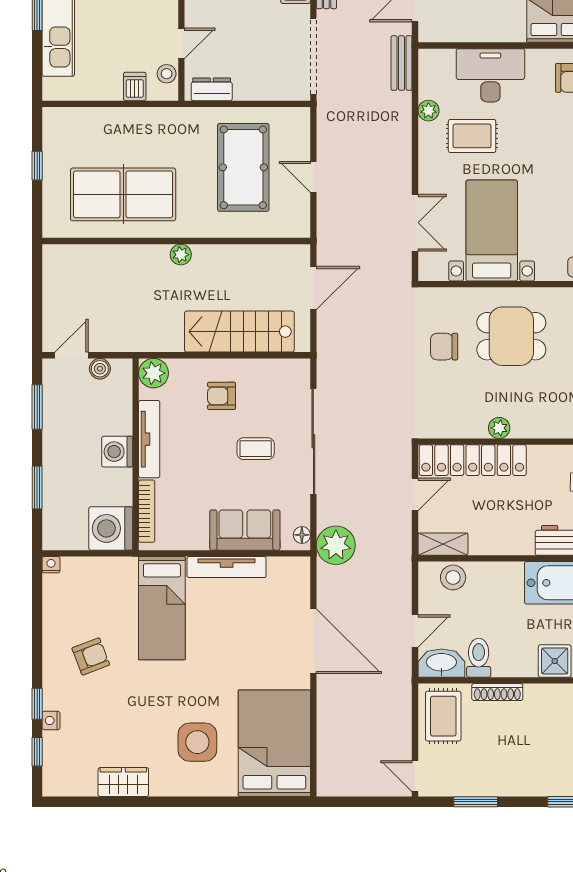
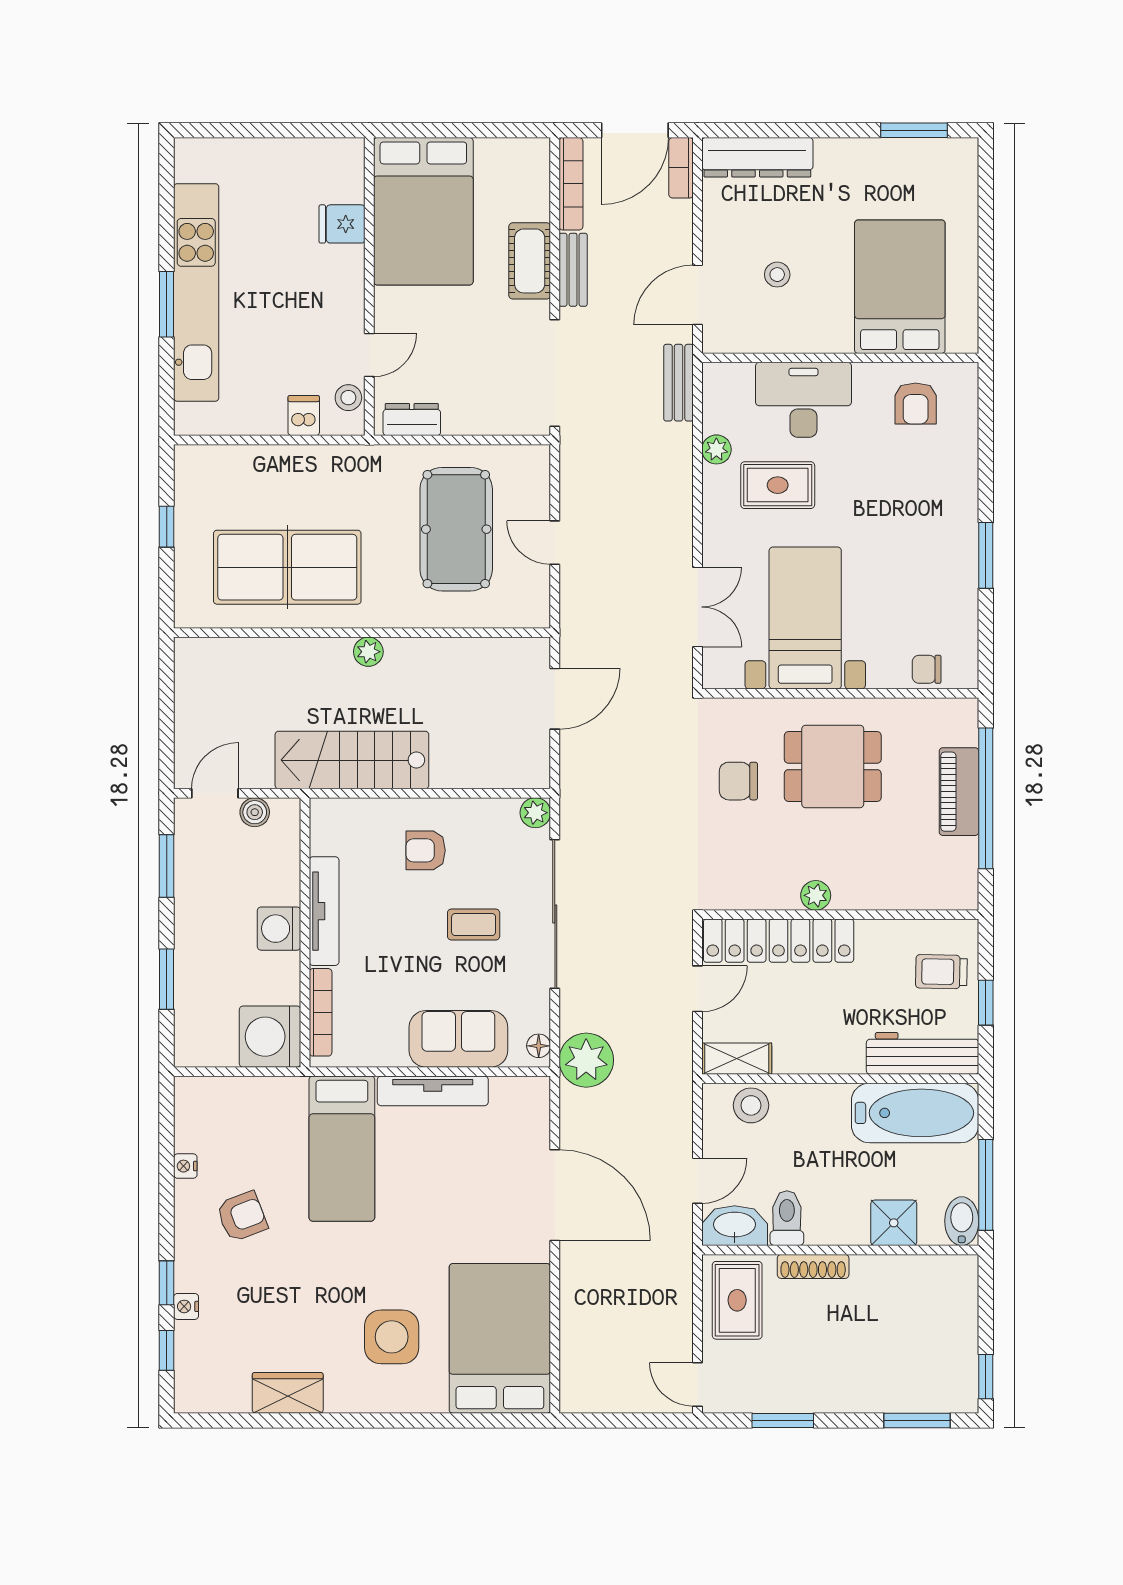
stairs: (239, 332) -> (352, 760), moved
plant: (154, 373) -> (535, 813), moved, width x0.73, depth x0.73
nightstand: (51, 565) -> (185, 1166), moved, turned -90

